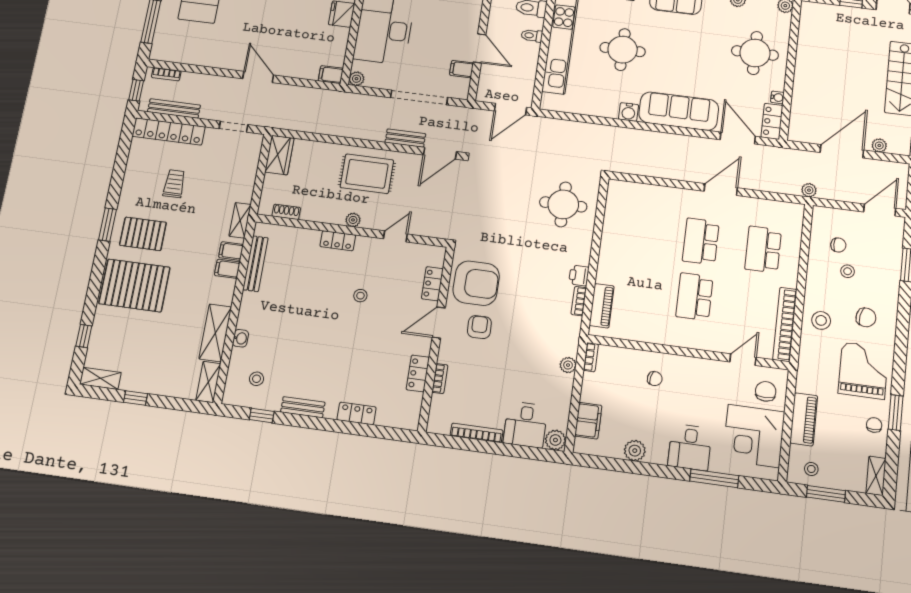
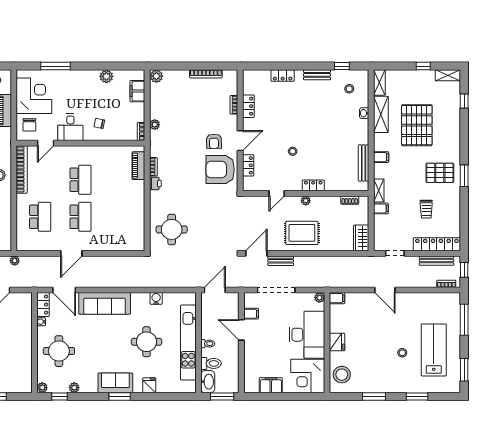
water cooler: (629, 112) -> (156, 298), moved
filing cabinet: (231, 251) -> (381, 208), moved
pallet: (134, 285) -> (417, 125), moved, turned 90
desk: (525, 425) -> (176, 83), removed
desk: (690, 447) -> (70, 127), moved, turned 180

